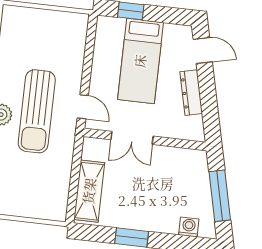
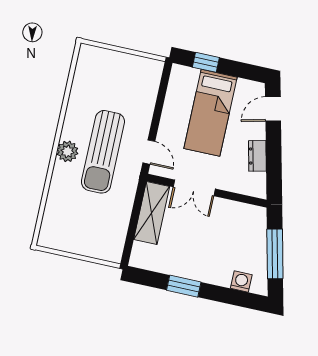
door: (203, 51) -> (273, 109), swing flipped
dresser: (191, 93) -> (257, 156), width x0.70
shelving: (89, 191) -> (152, 213), moved

